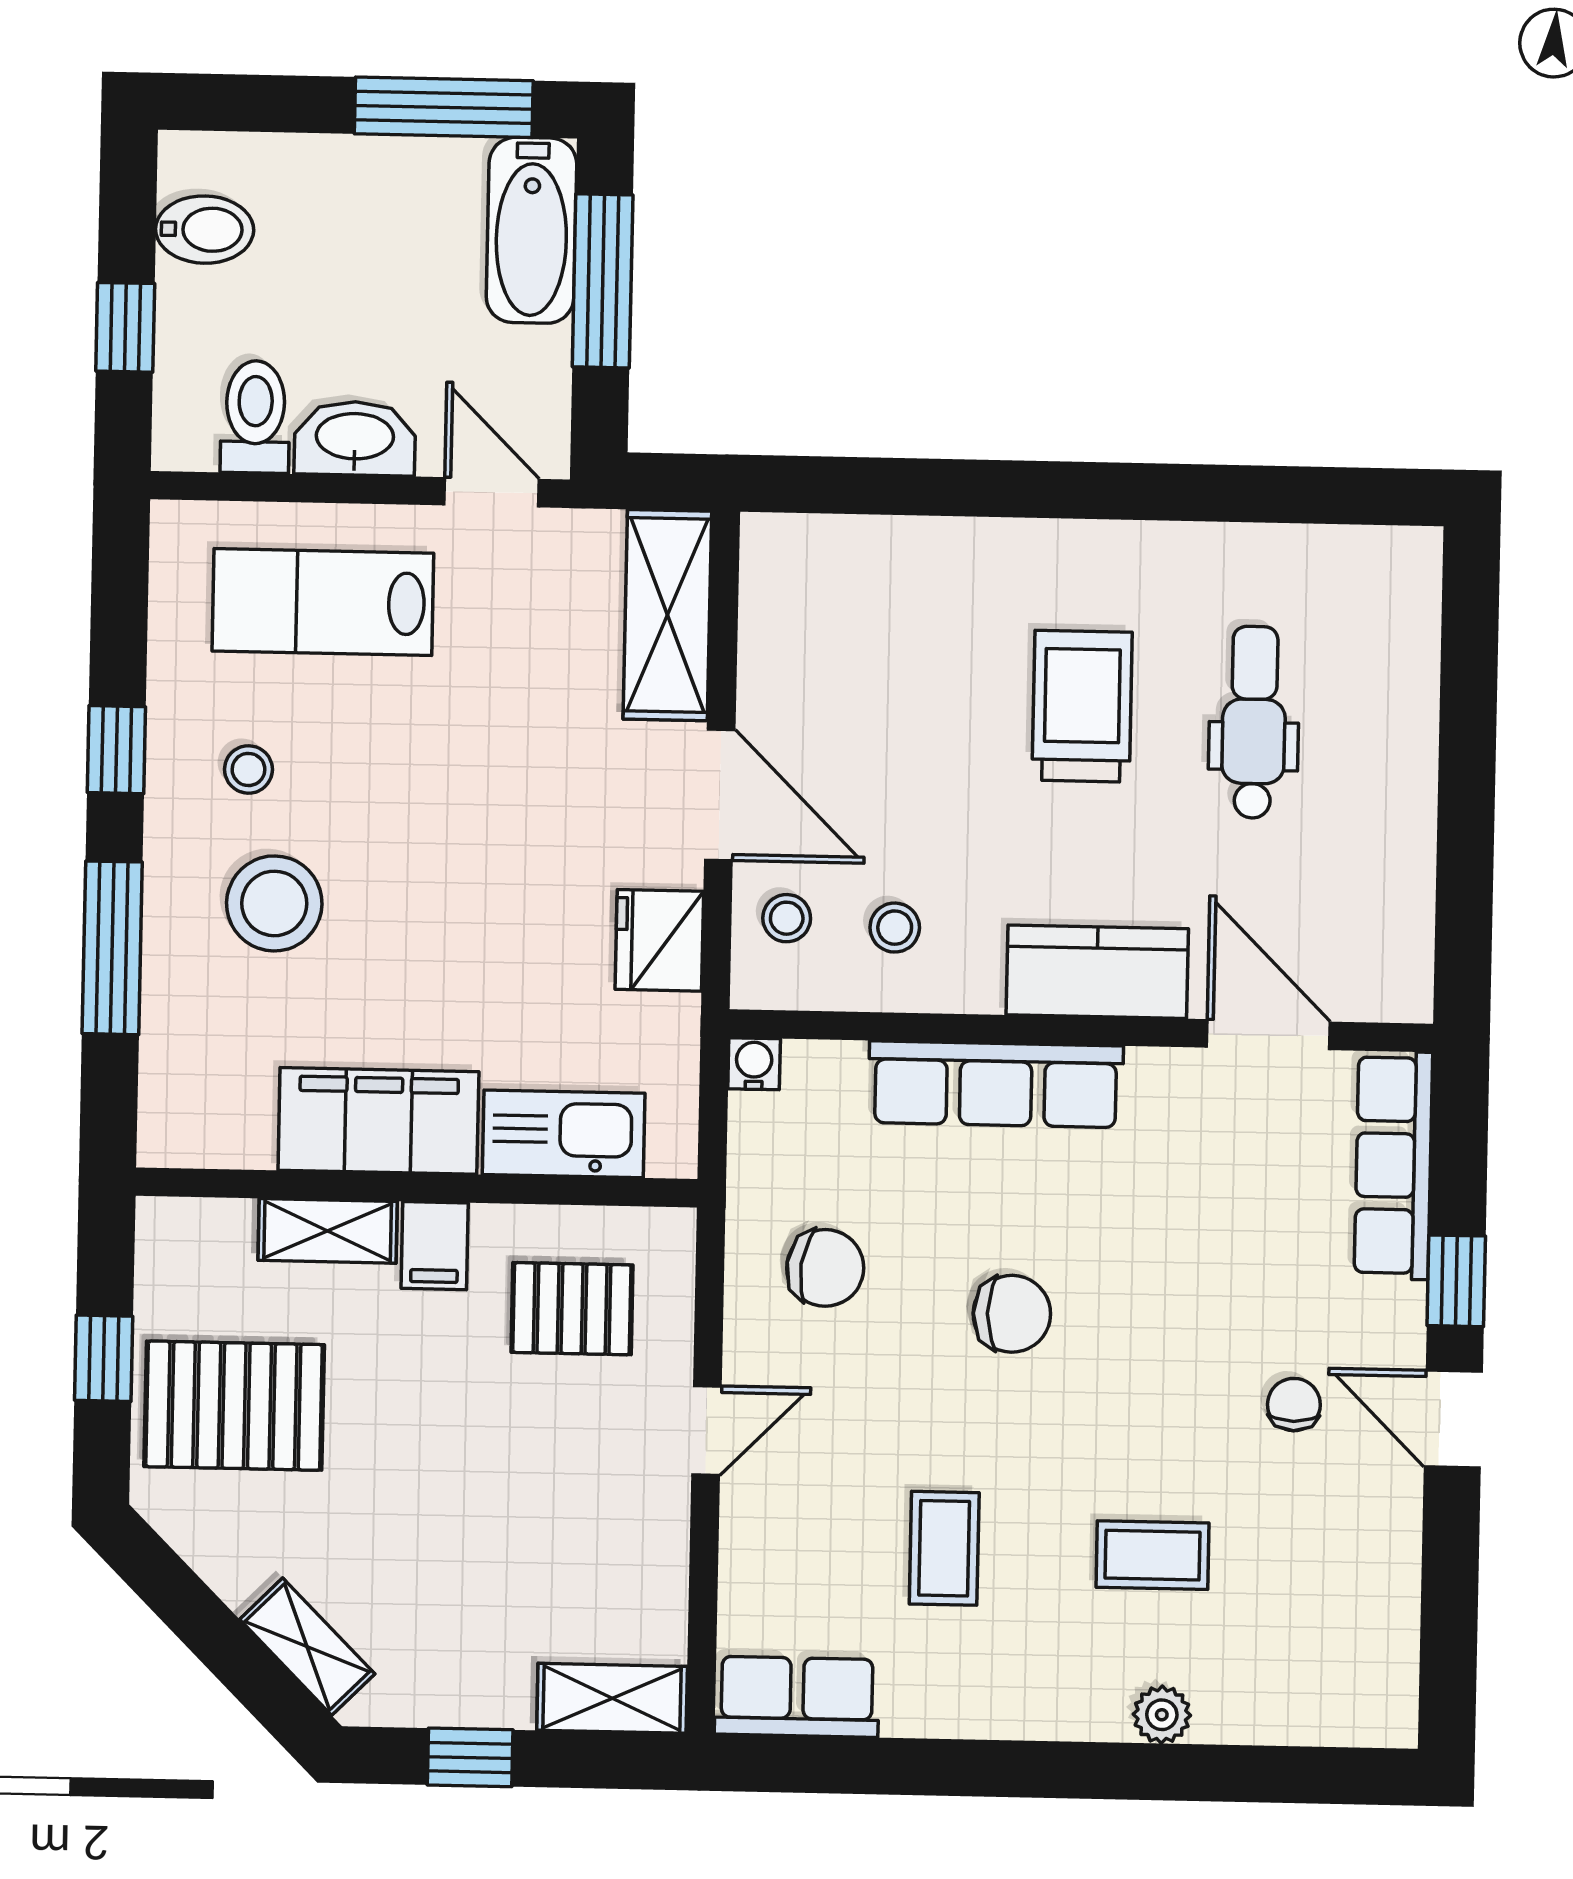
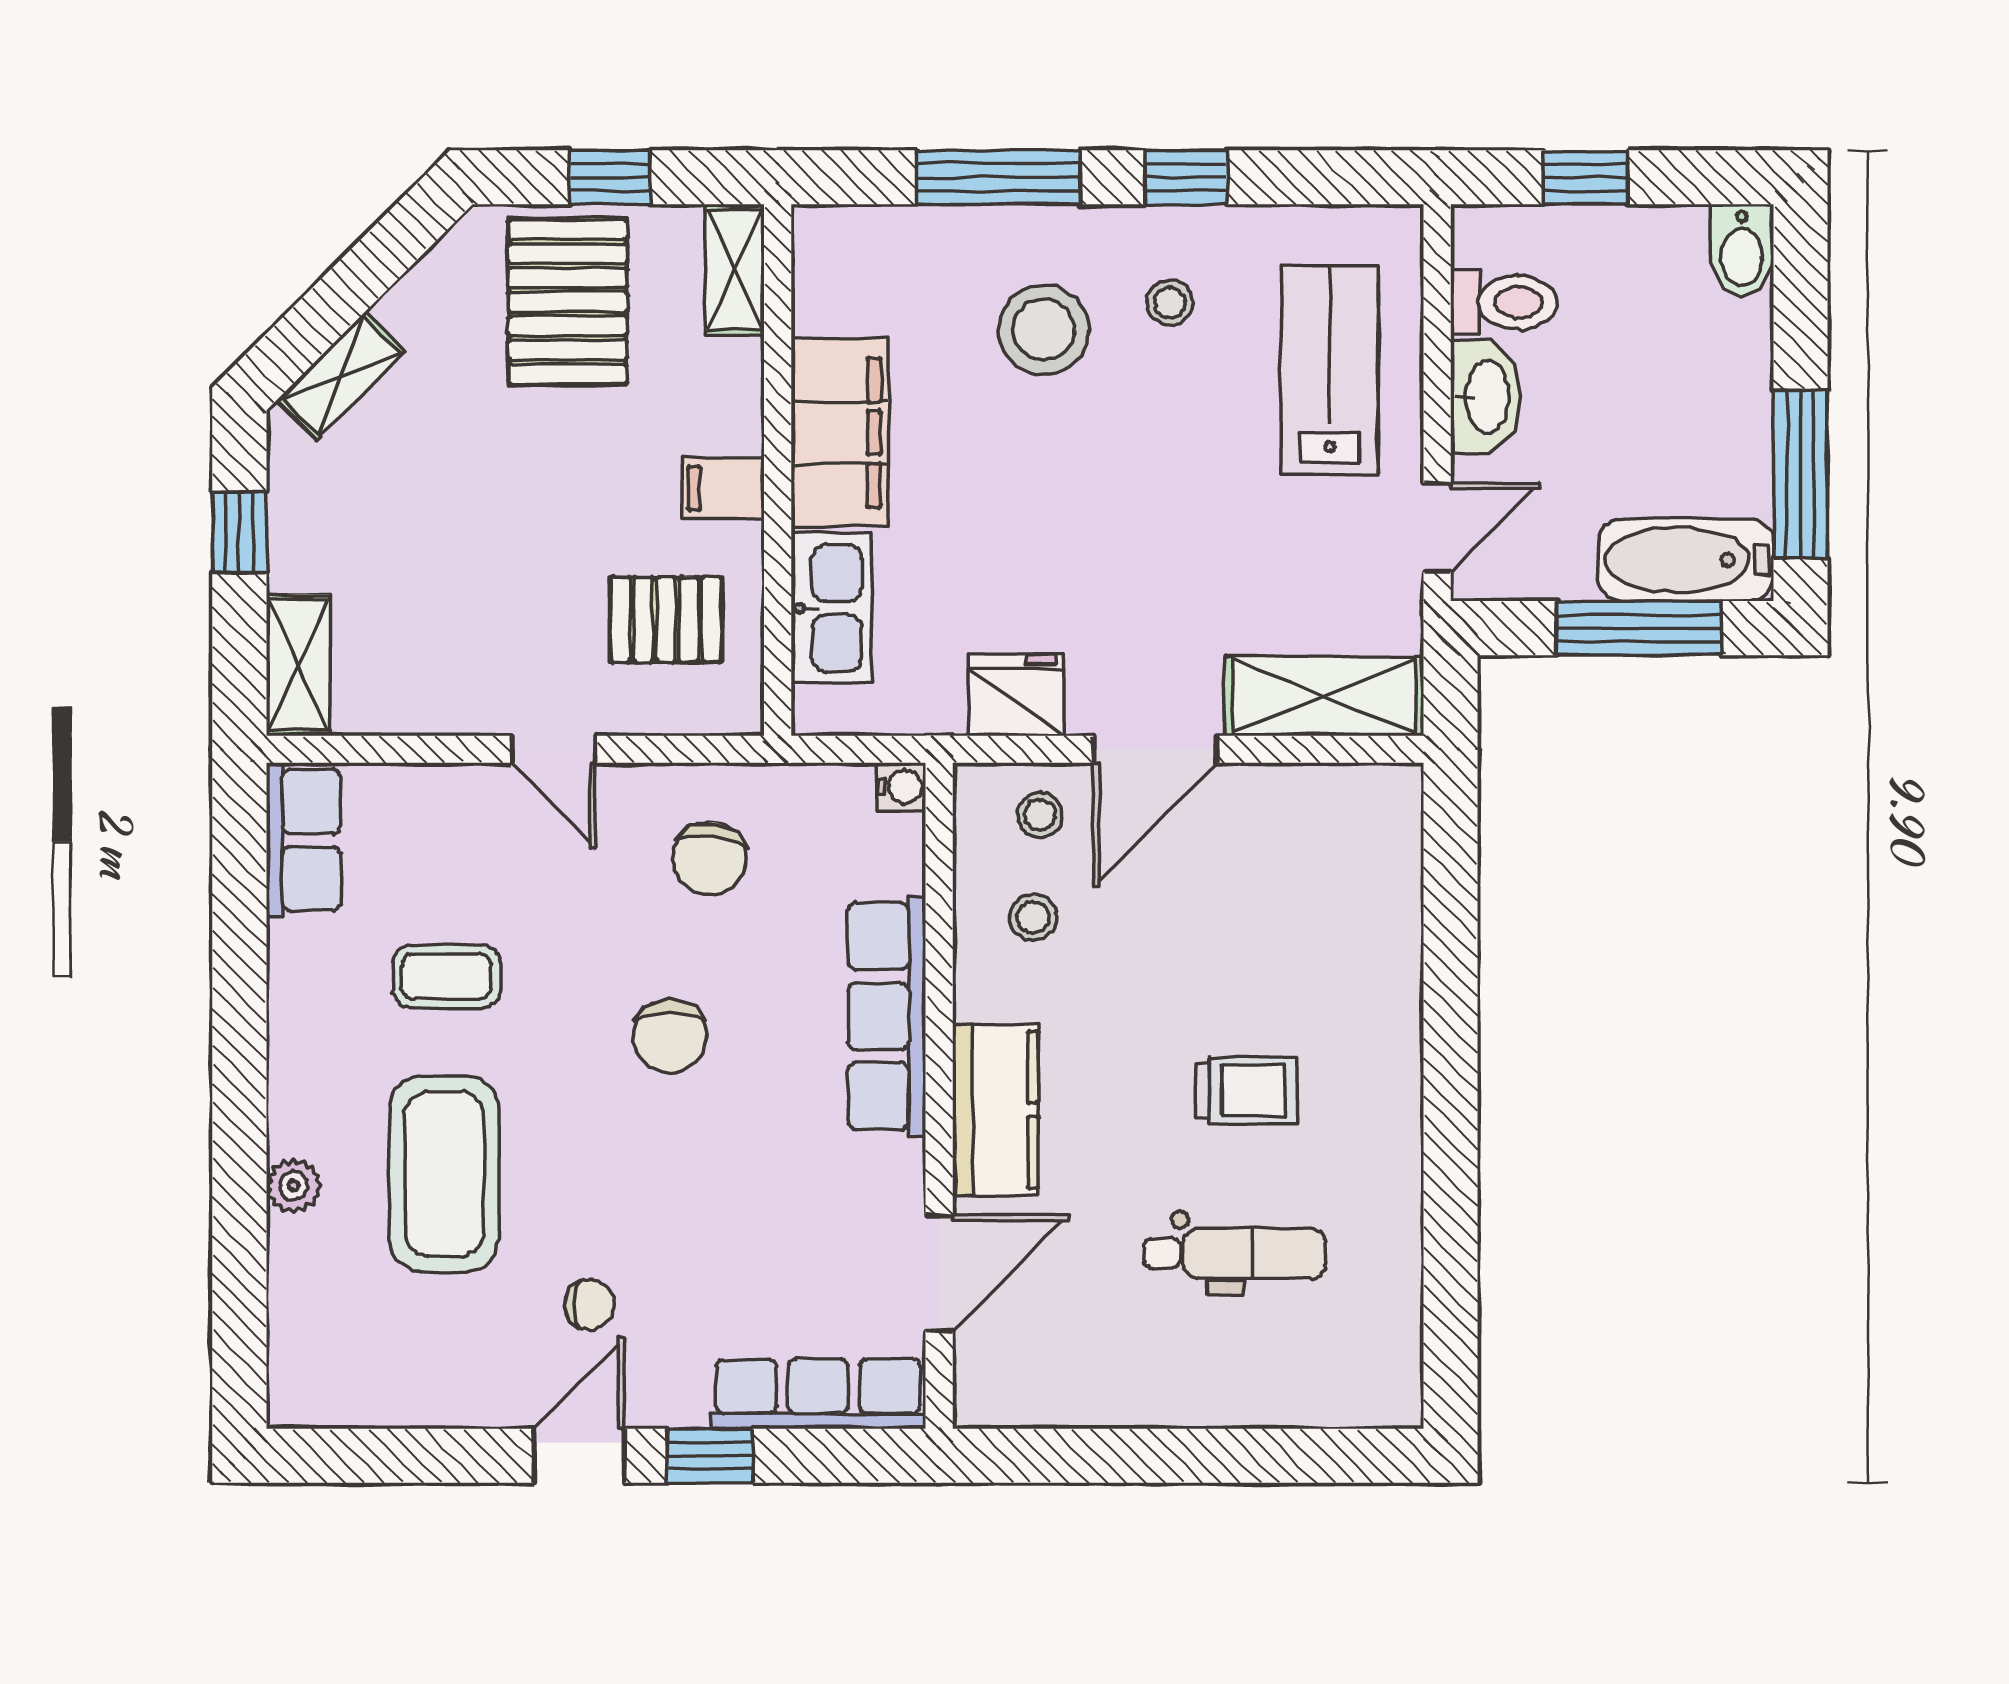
bidet: (205, 230) -> (1742, 251), moved
trolley: (1082, 706) -> (1246, 1090), width x0.73, depth x0.72
shelving: (328, 1231) -> (735, 269), moved
pallet: (572, 1309) -> (666, 620), turned 90
coffee table: (1153, 1555) -> (444, 1174), width x1.86, depth x1.72

